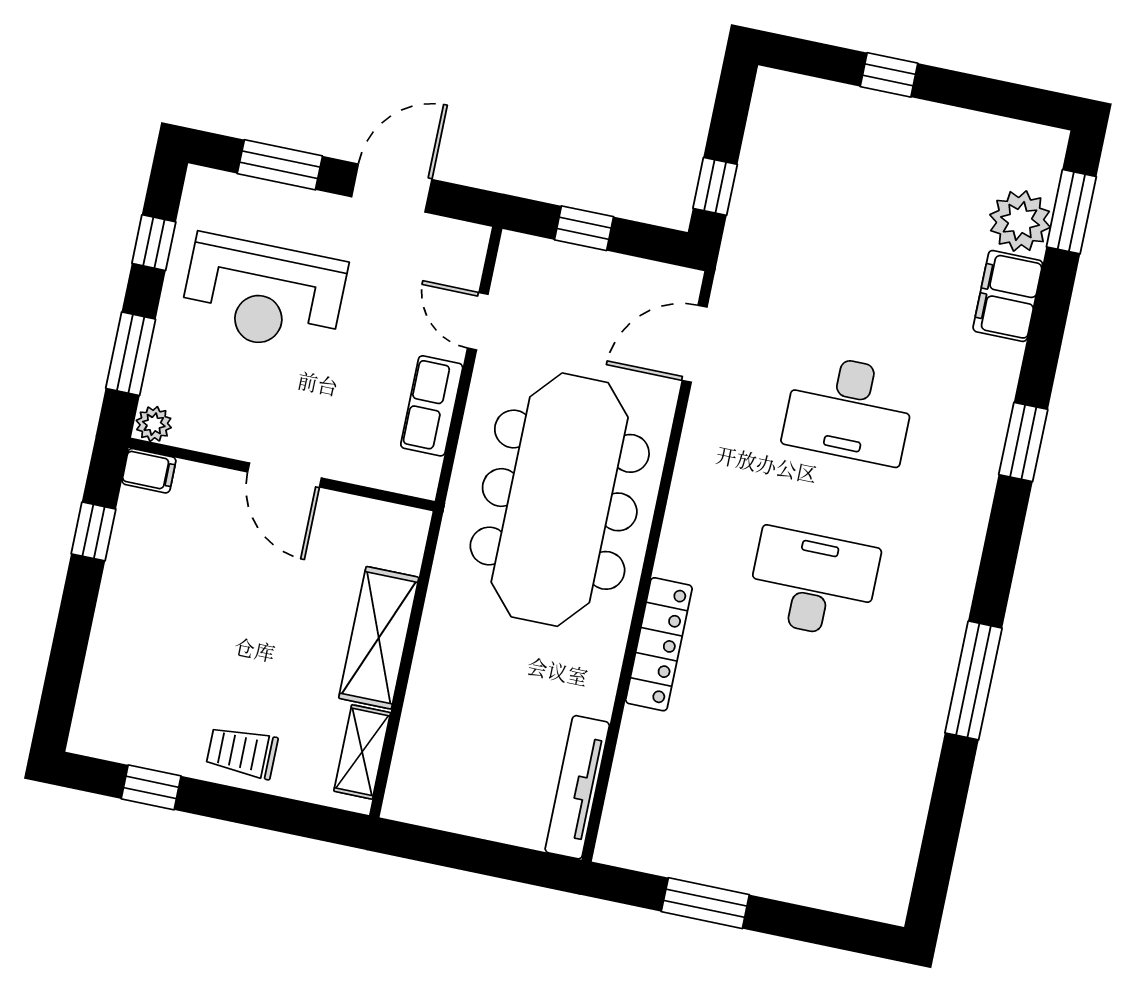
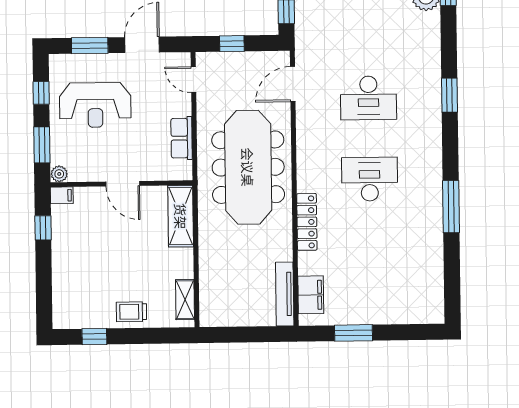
filing cabinet: (1008, 296) -> (311, 295), moved, turned 180
door: (478, 321) -> (193, 80), moved
shelving: (379, 638) -> (181, 216), moved

